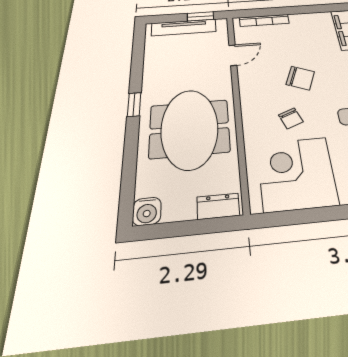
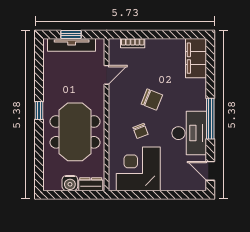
window: (200, 16) -> (71, 34), moved
bookcase: (264, 20) -> (133, 43), width x0.64
water cooler: (147, 211) -> (70, 183), moved

